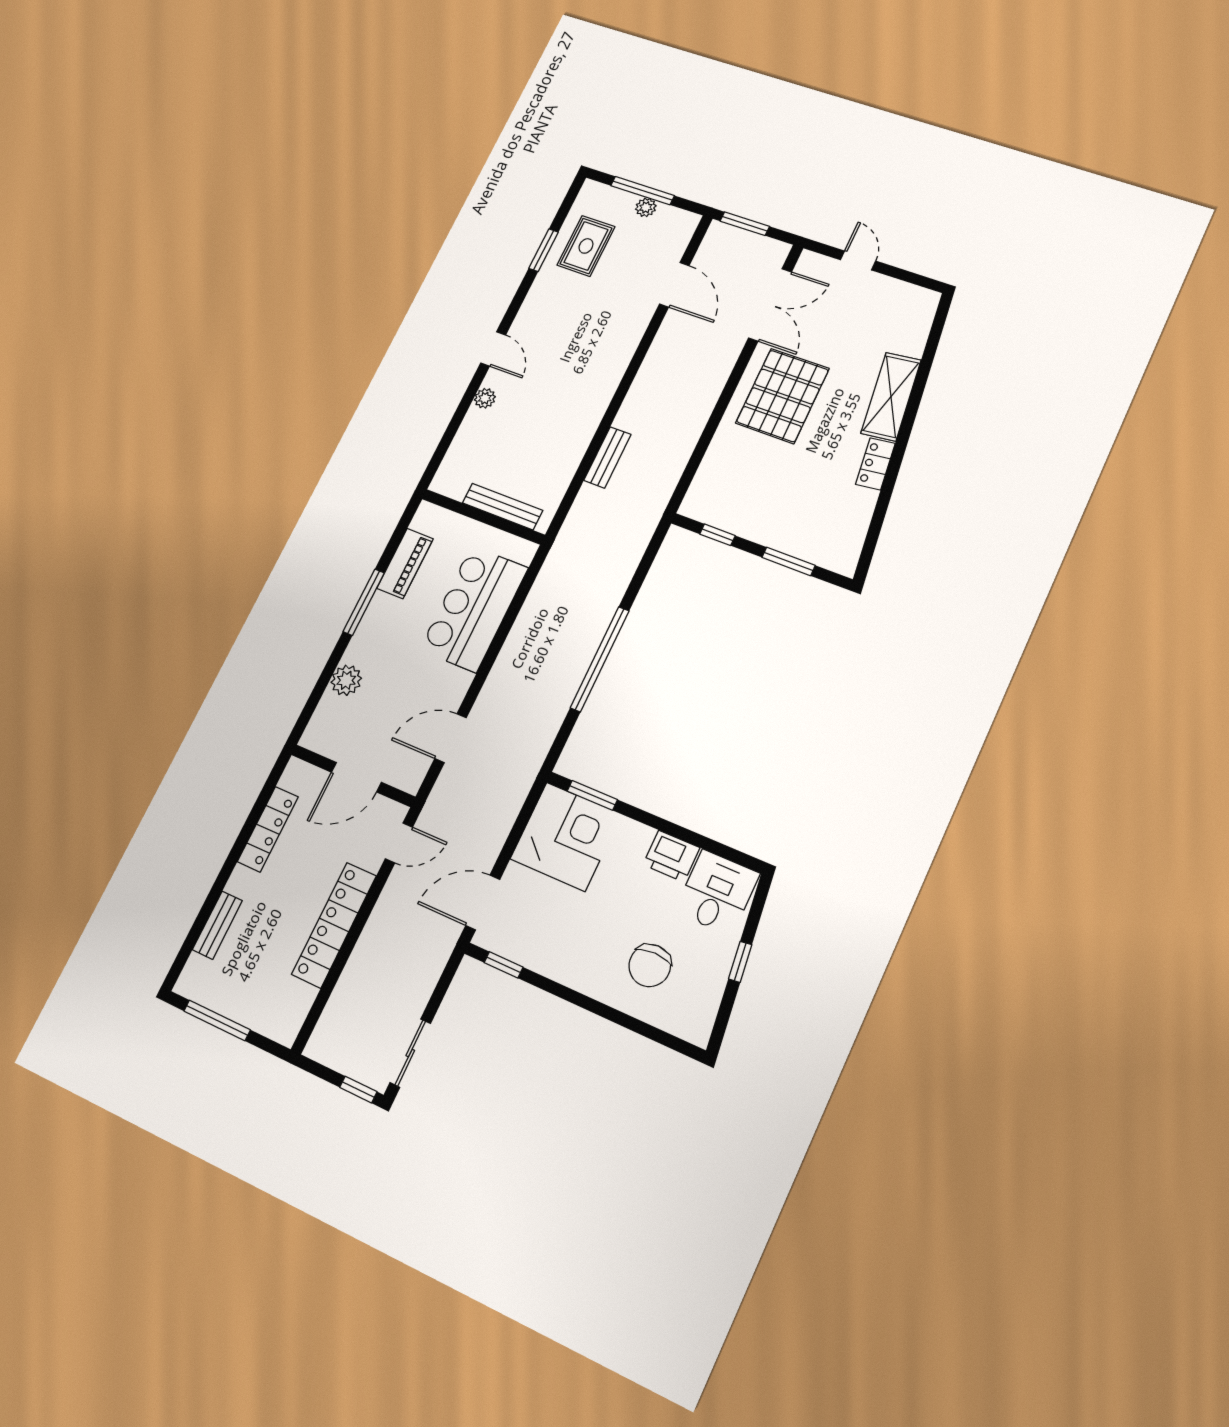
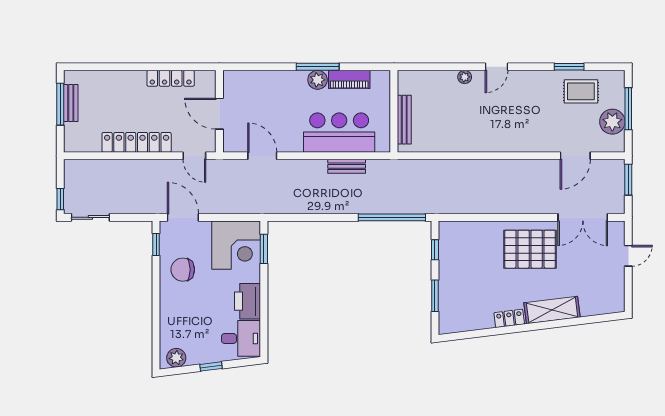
plant: (646, 207) -> (612, 122), width x1.87, depth x1.87
bench: (607, 457) -> (347, 166), moved
window: (600, 659) -> (392, 217), moved
plant: (346, 680) -> (318, 80), moved
printer: (671, 856) -> (248, 301), width x1.37, depth x1.19
bench: (217, 925) -> (71, 103), moved, turned 90
chair: (650, 965) -> (183, 270), moved
plant: (700, 1014) -> (176, 358), added

